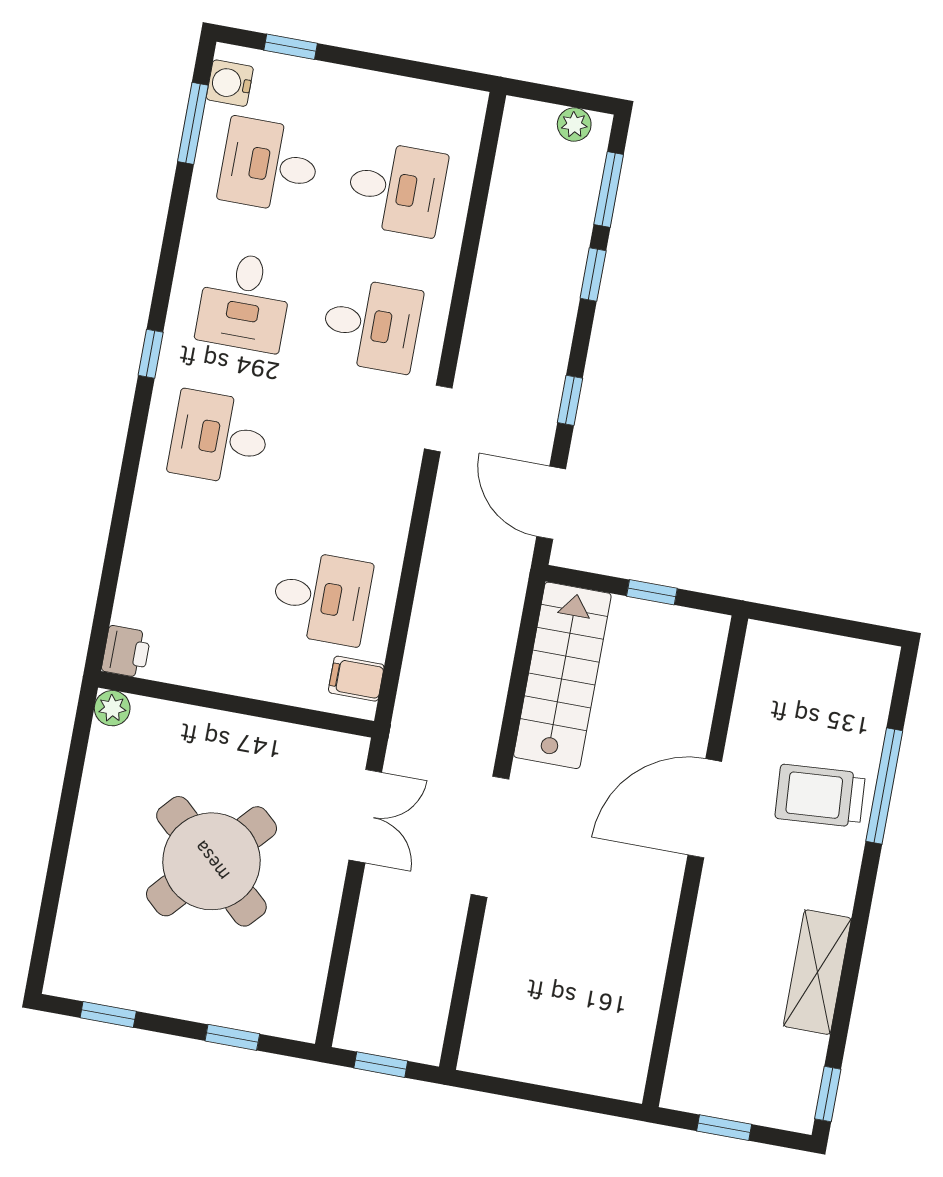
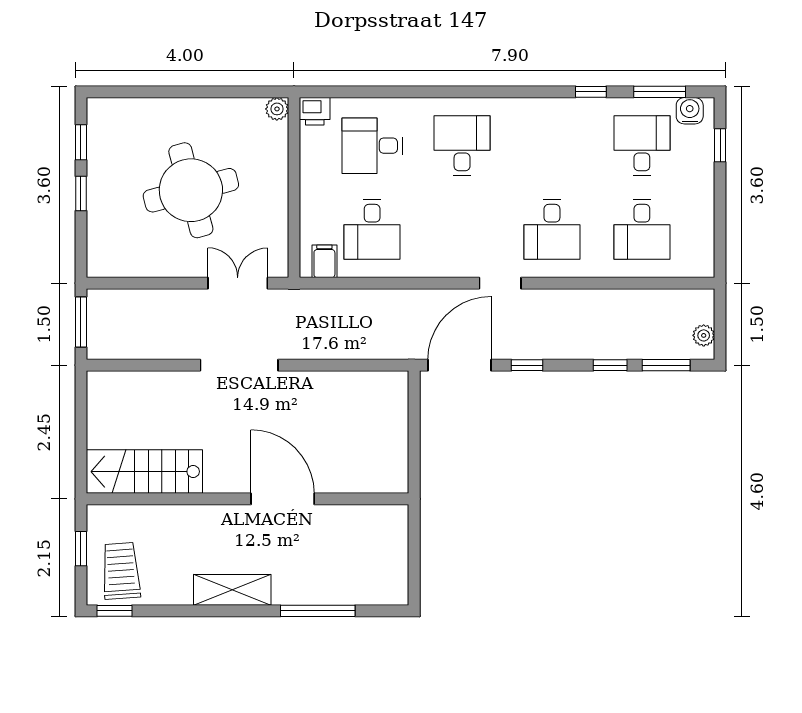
desk: (244, 302) -> (372, 146), moved
window: (151, 354) -> (591, 92), moved
door: (551, 503) -> (460, 365), width x1.36
window: (652, 592) -> (414, 440), removed
stairs: (562, 675) -> (144, 472), moved, turned 180
trolley: (820, 796) -> (121, 571), moved
double door: (365, 816) -> (238, 283), swing flipped
round table: (211, 861) -> (191, 190), turned 33
shelving: (817, 972) -> (232, 590), moved
window: (232, 1037) -> (81, 194), moved
window: (381, 1065) -> (81, 322), width x1.50

